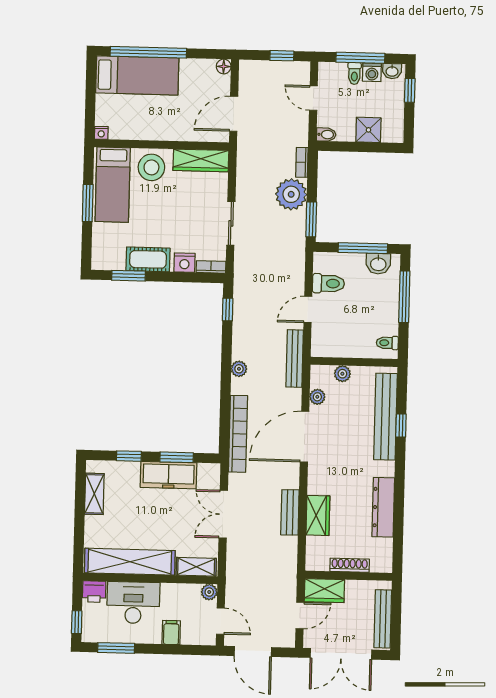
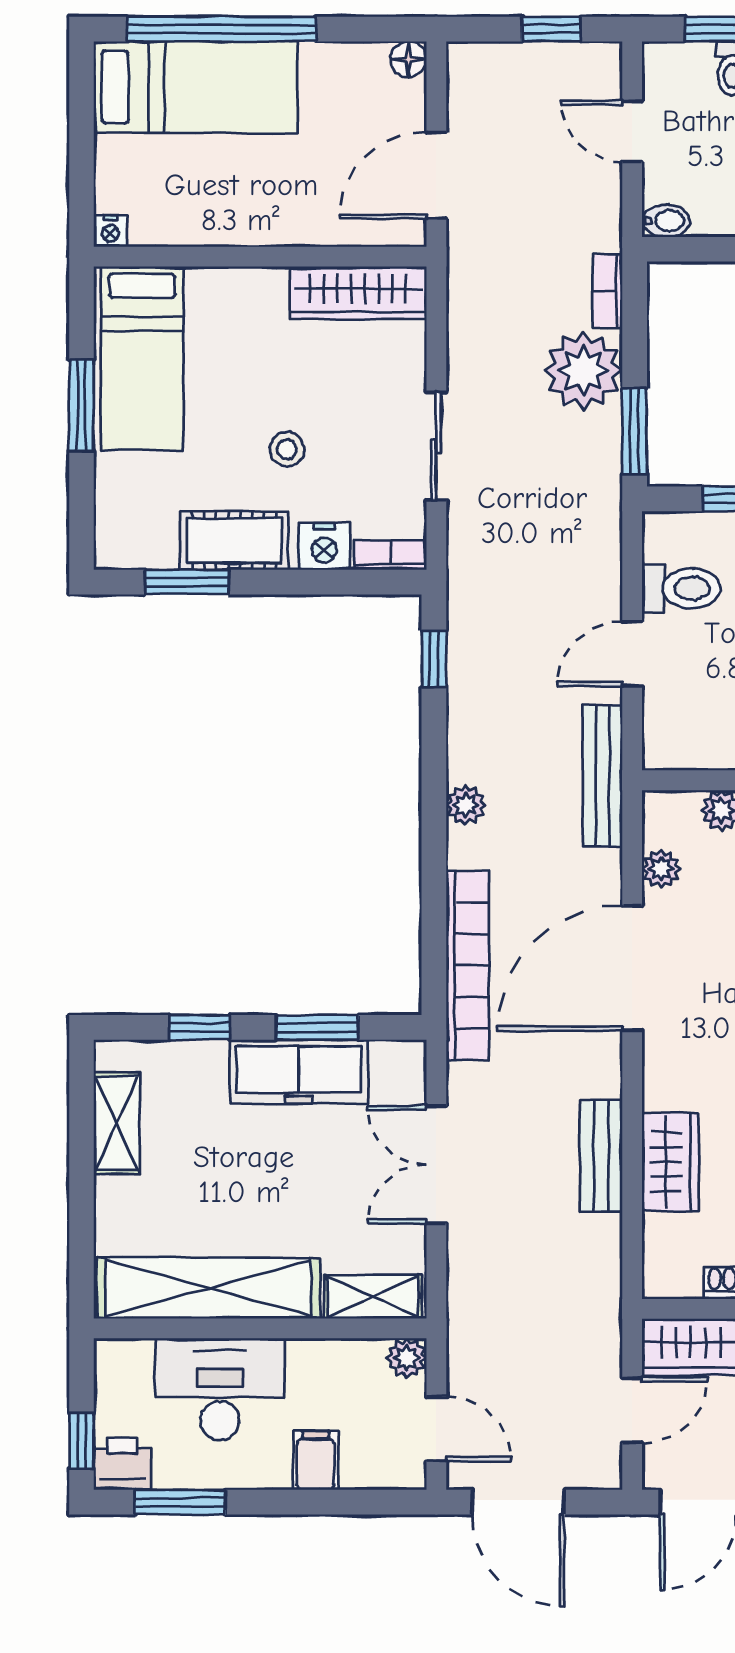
stool: (151, 167) -> (287, 449), moved, width x0.53, depth x0.53
printer: (94, 592) -> (122, 1464), moved, turned 180

